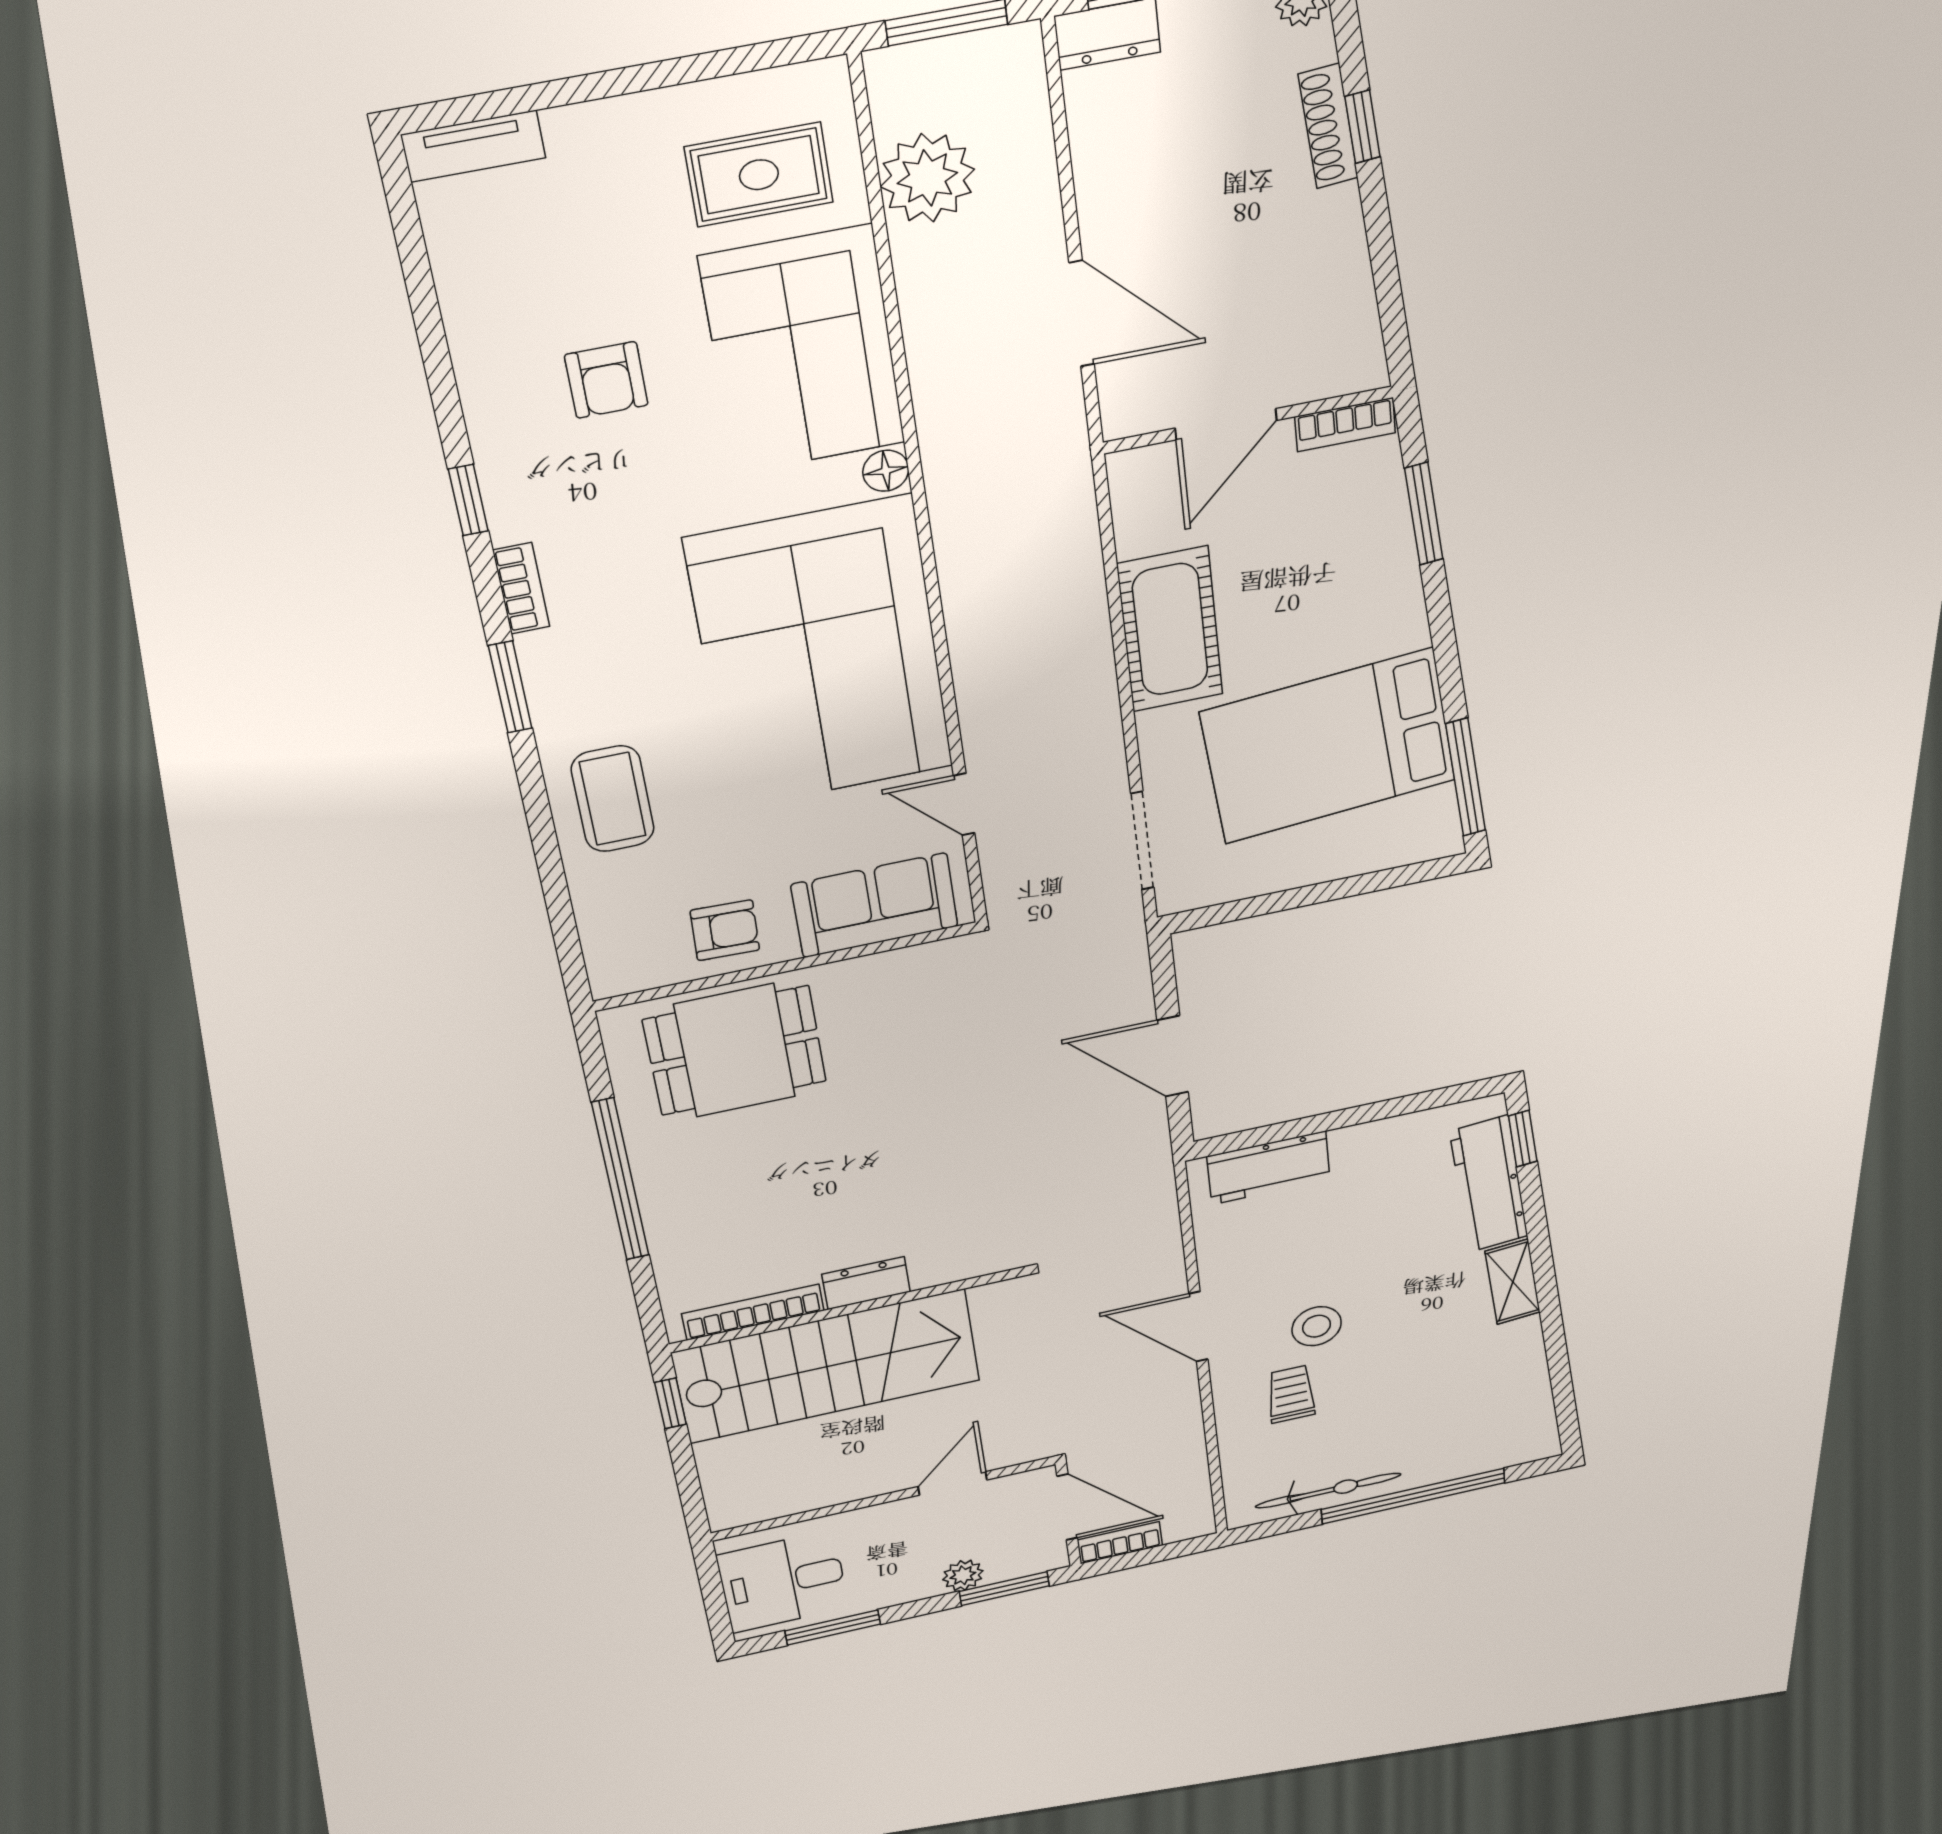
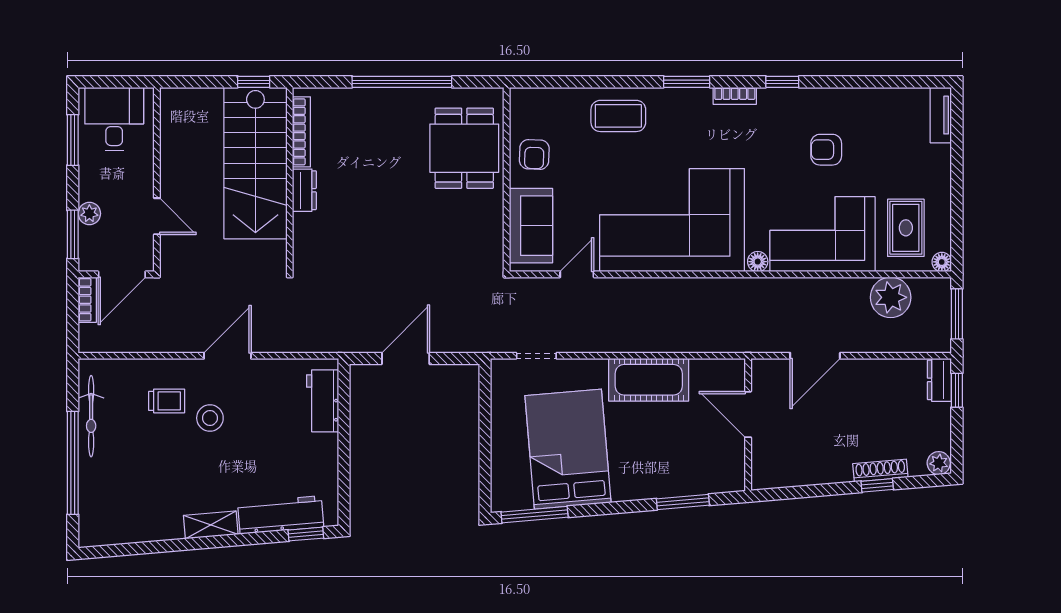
floor lamp: (827, 80) -> (942, 262), added
bookcase: (1345, 425) -> (736, 468), removed
doorway: (1142, 841) -> (536, 356), width x0.73

